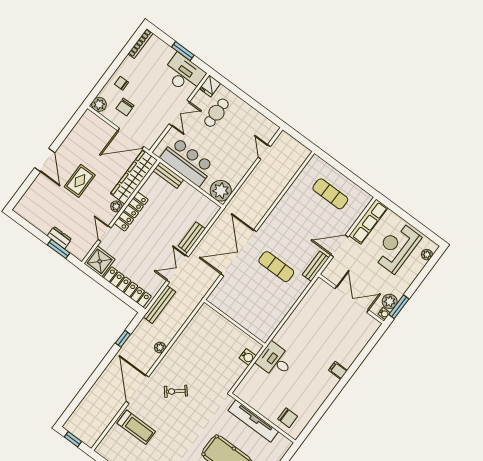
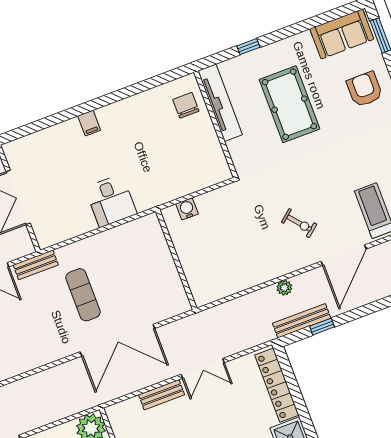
bench: (160, 304) -> (302, 321), moved
desk: (275, 360) -> (111, 201), moved
tv unit: (253, 421) -> (220, 103), moved

